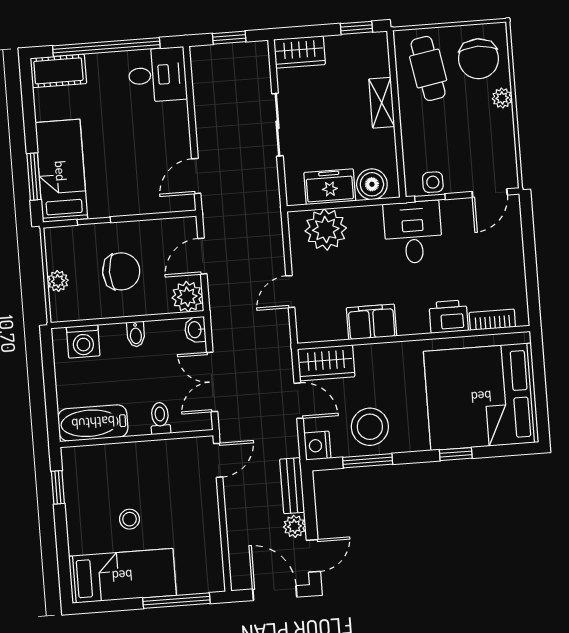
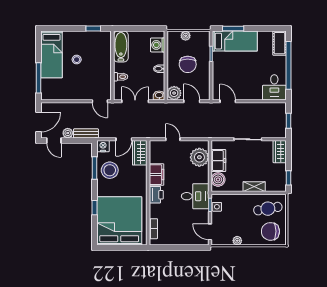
plant: (502, 98) -> (237, 241), moved
printer: (449, 317) -> (156, 195), moved

